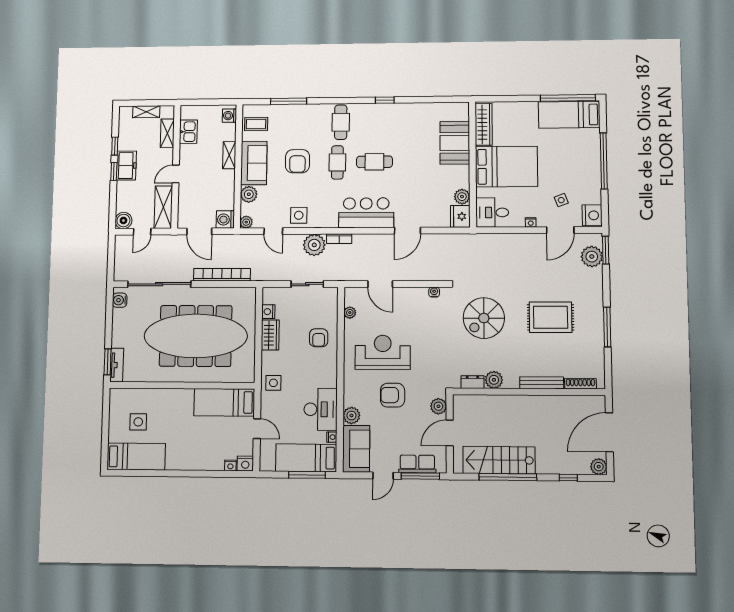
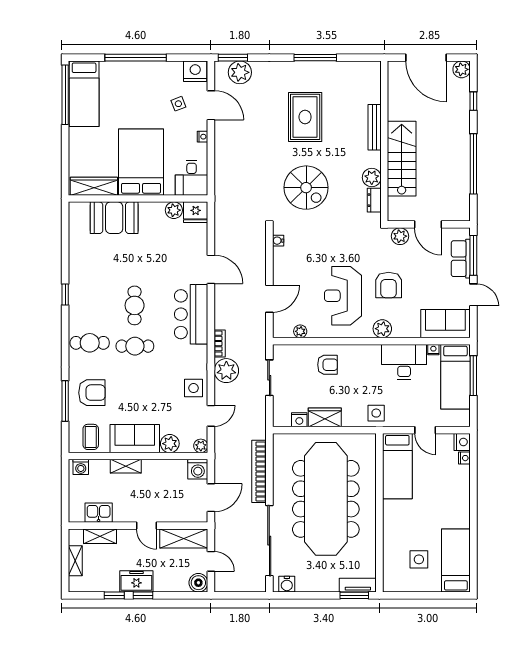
armchair: (297, 161) -> (92, 393), moved
shoe rack: (580, 384) -> (375, 87), removed
plant: (351, 416) -> (382, 329), moved
door: (257, 429) -> (425, 430), swing flipped
stairs: (499, 460) -> (402, 159), moved, turned 180

